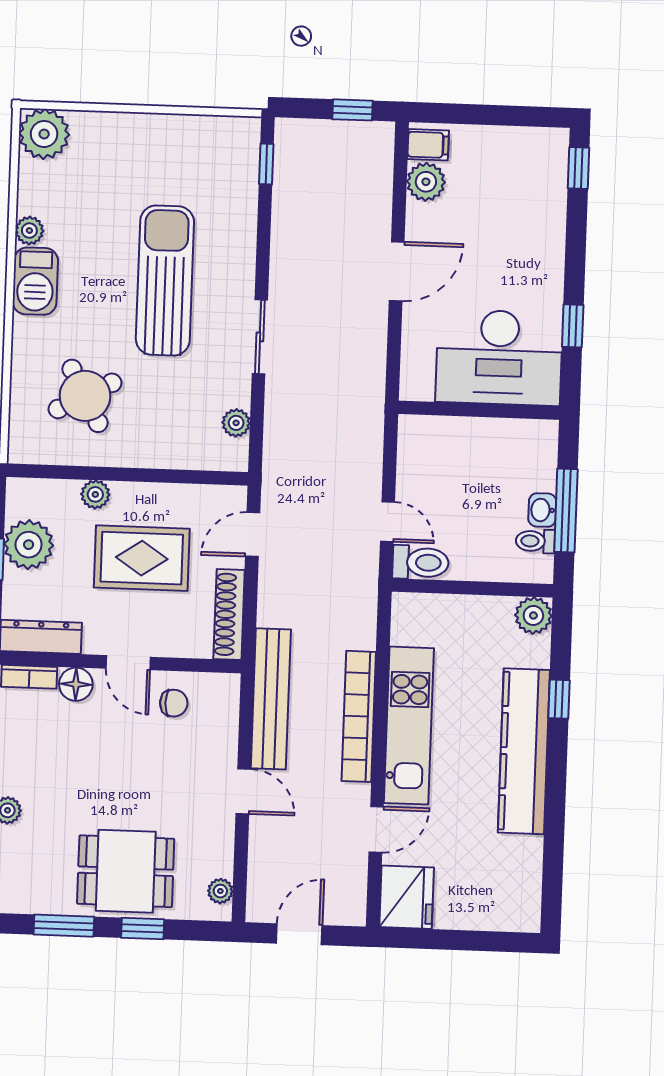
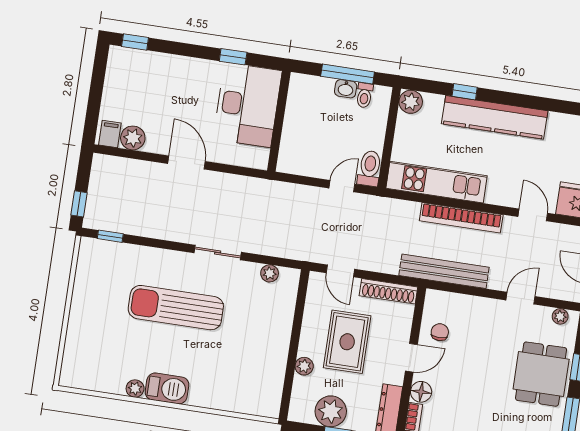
window: (352, 110) -> (79, 204), moved
plant: (44, 134) -> (76, 373), removed
round table: (85, 396) -> (242, 366), removed
kitchen unit: (409, 726) -> (436, 182), moved
door: (243, 791) -> (520, 298), moved

